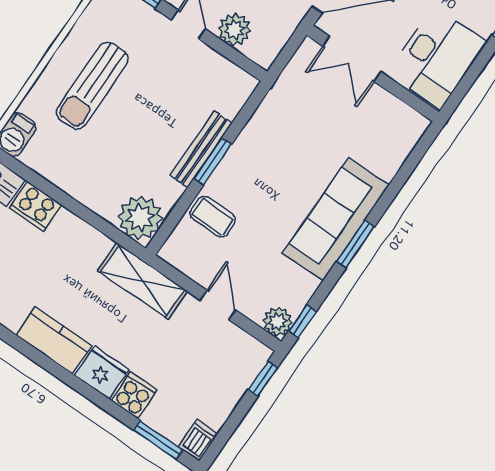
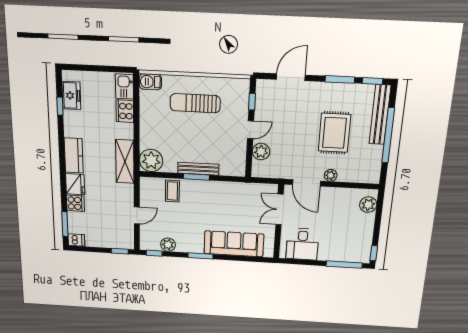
desk: (437, 58) -> (302, 244), width x0.73
sofa: (336, 219) -> (234, 244), moved
shelving: (143, 281) -> (125, 161), moved
plant: (278, 322) -> (168, 245), moved

